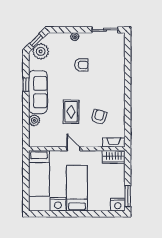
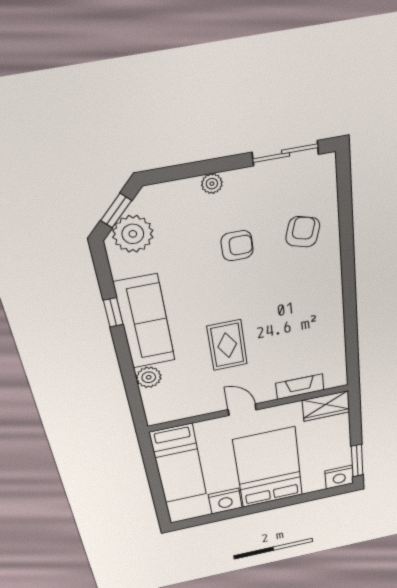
armchair: (99, 117) -> (303, 232), moved
fireplace: (114, 142) -> (300, 387), moved
bed: (77, 188) -> (268, 468), width x1.50

